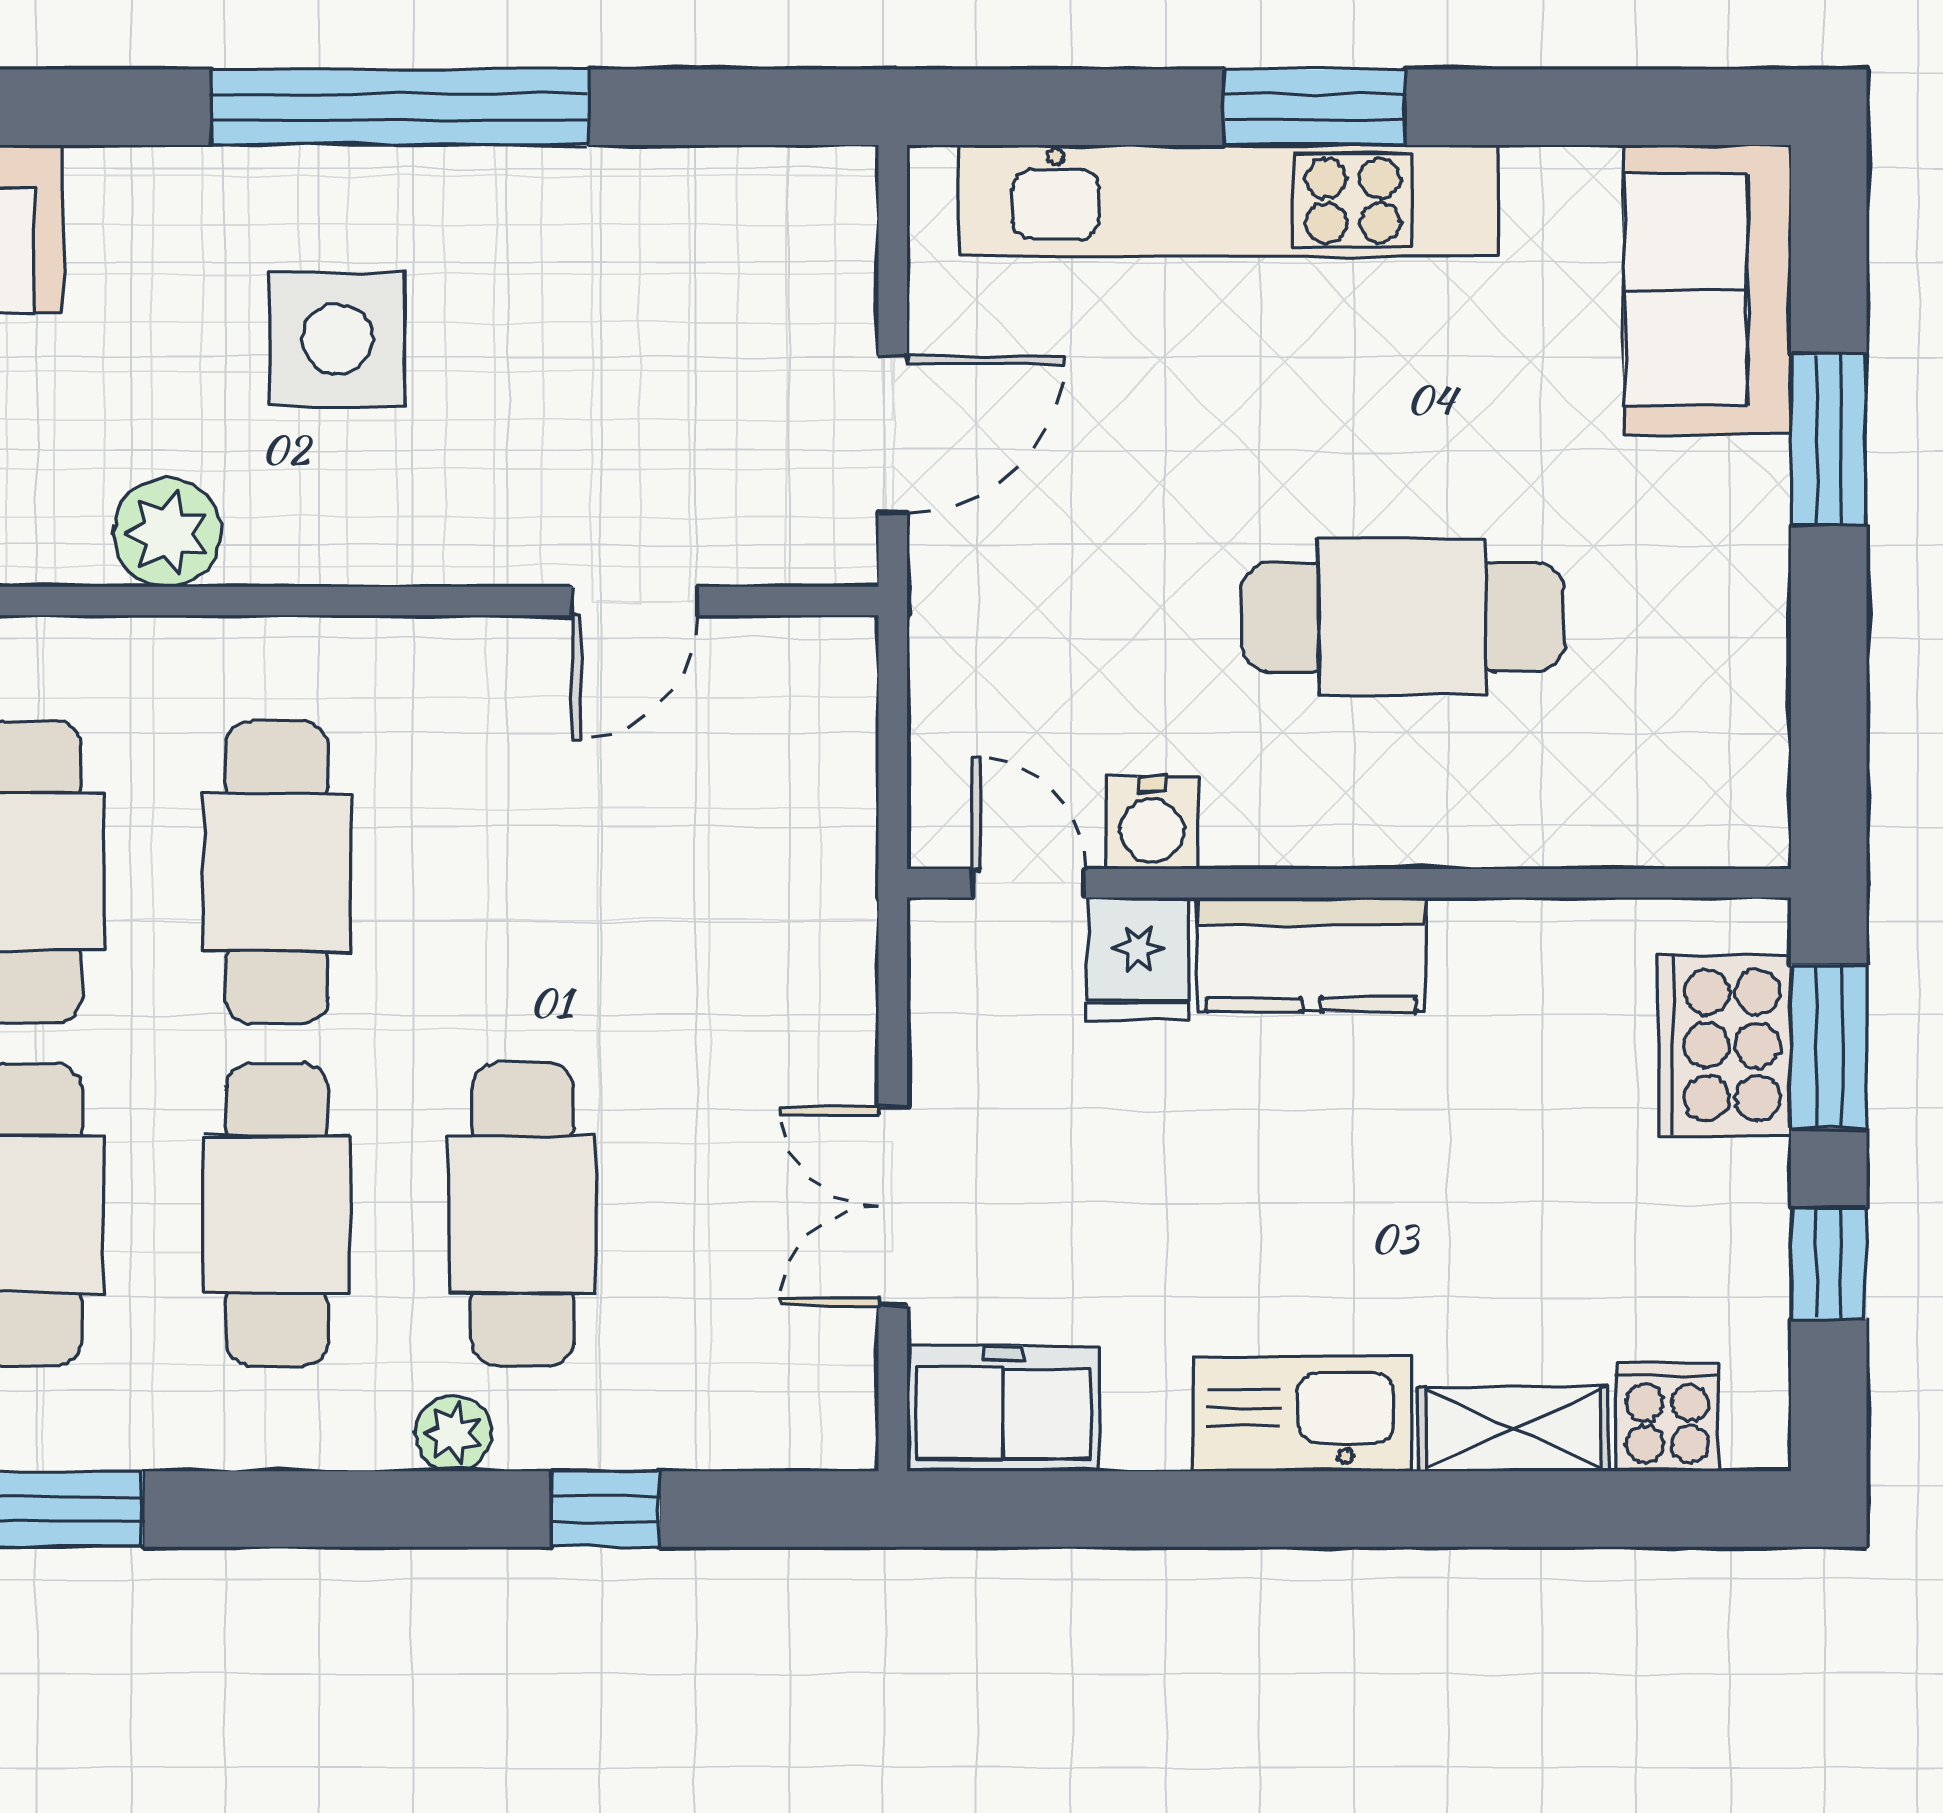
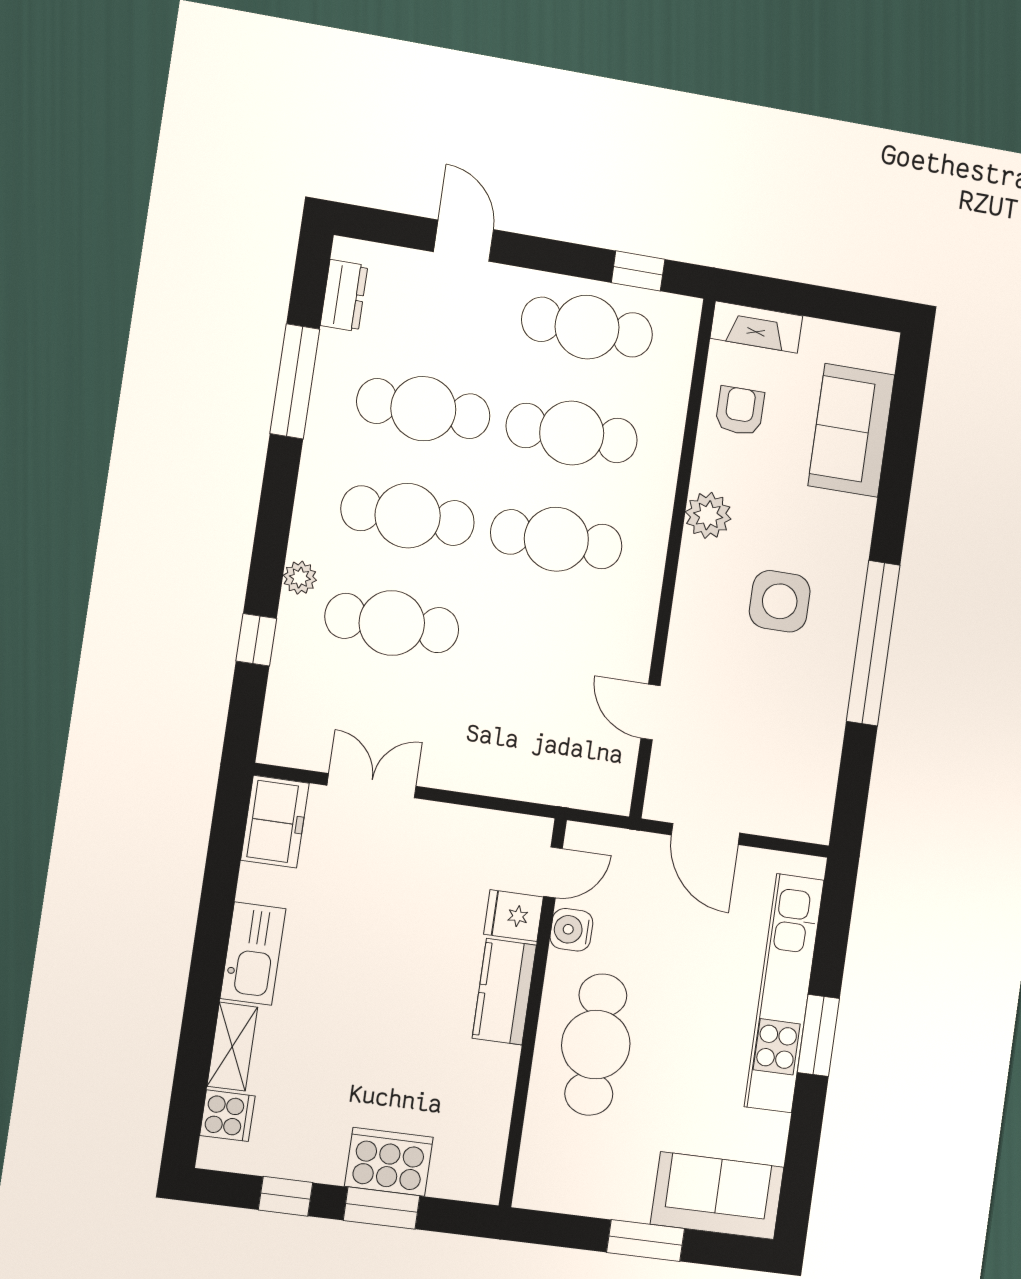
water cooler: (1152, 823) -> (571, 930), moved
door: (1029, 883) -> (553, 872), moved
wall: (1349, 883) -> (533, 1012), moved
kitchen counter: (1311, 955) -> (504, 992), moved
fridge: (1138, 959) -> (514, 916), moved

